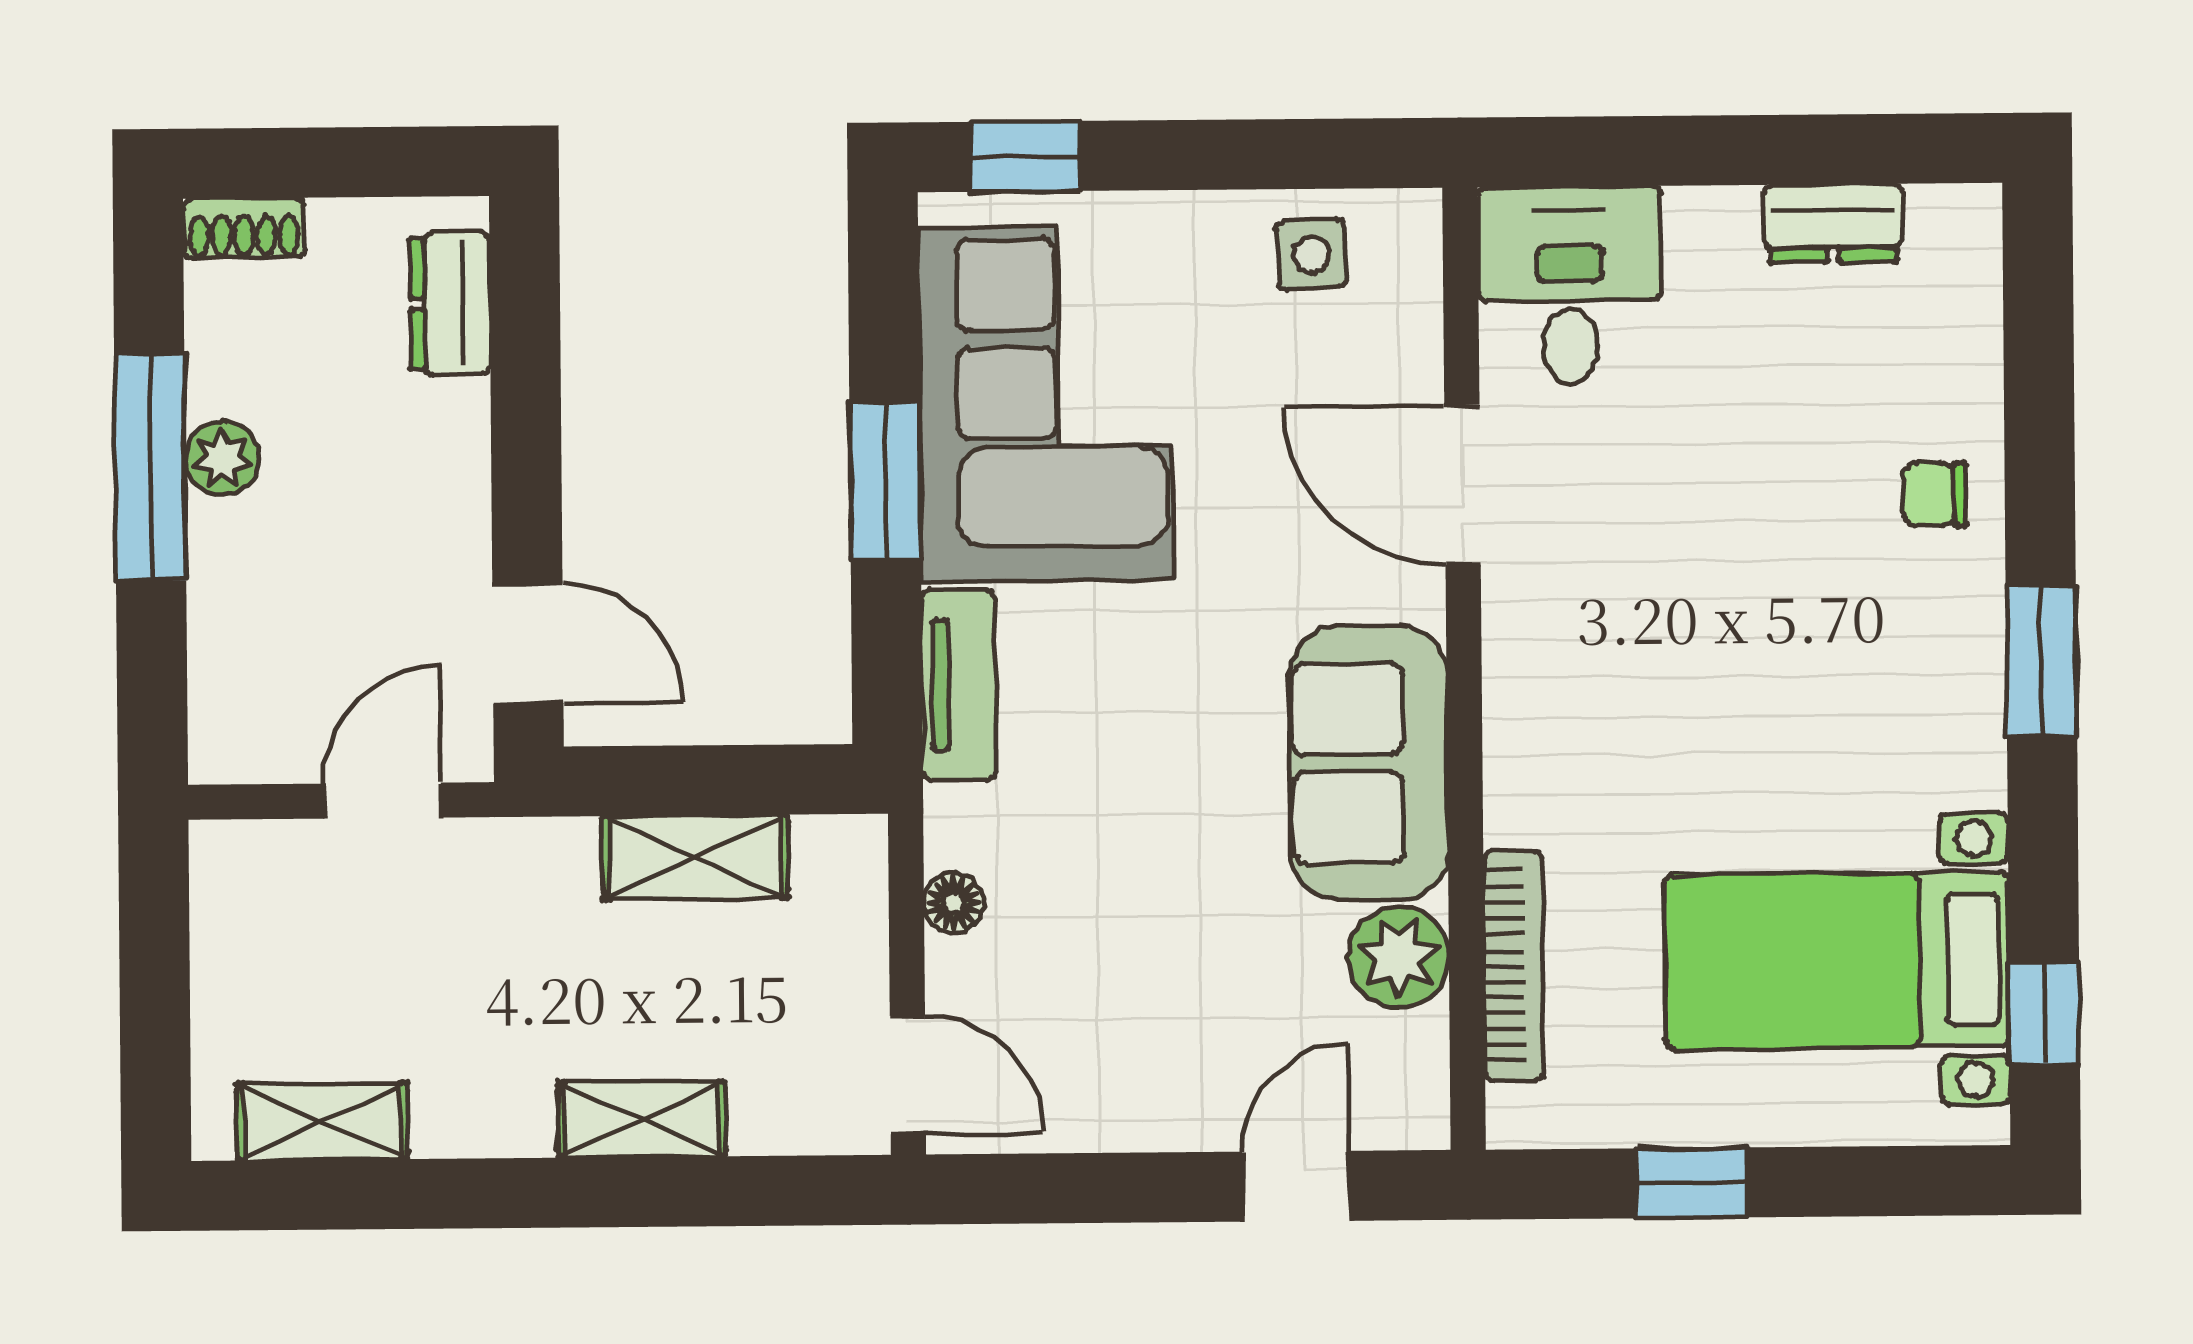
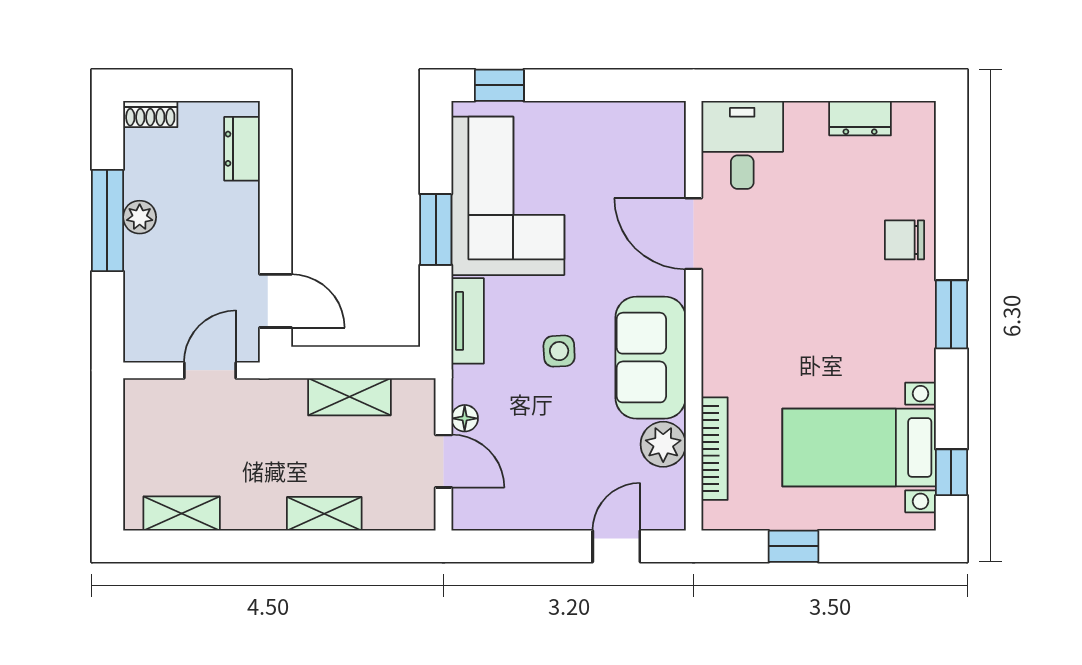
side table: (1311, 255) -> (559, 351), moved
chair: (1935, 495) -> (905, 240), width x1.37, depth x1.37
door: (908, 1075) -> (444, 461), moved

